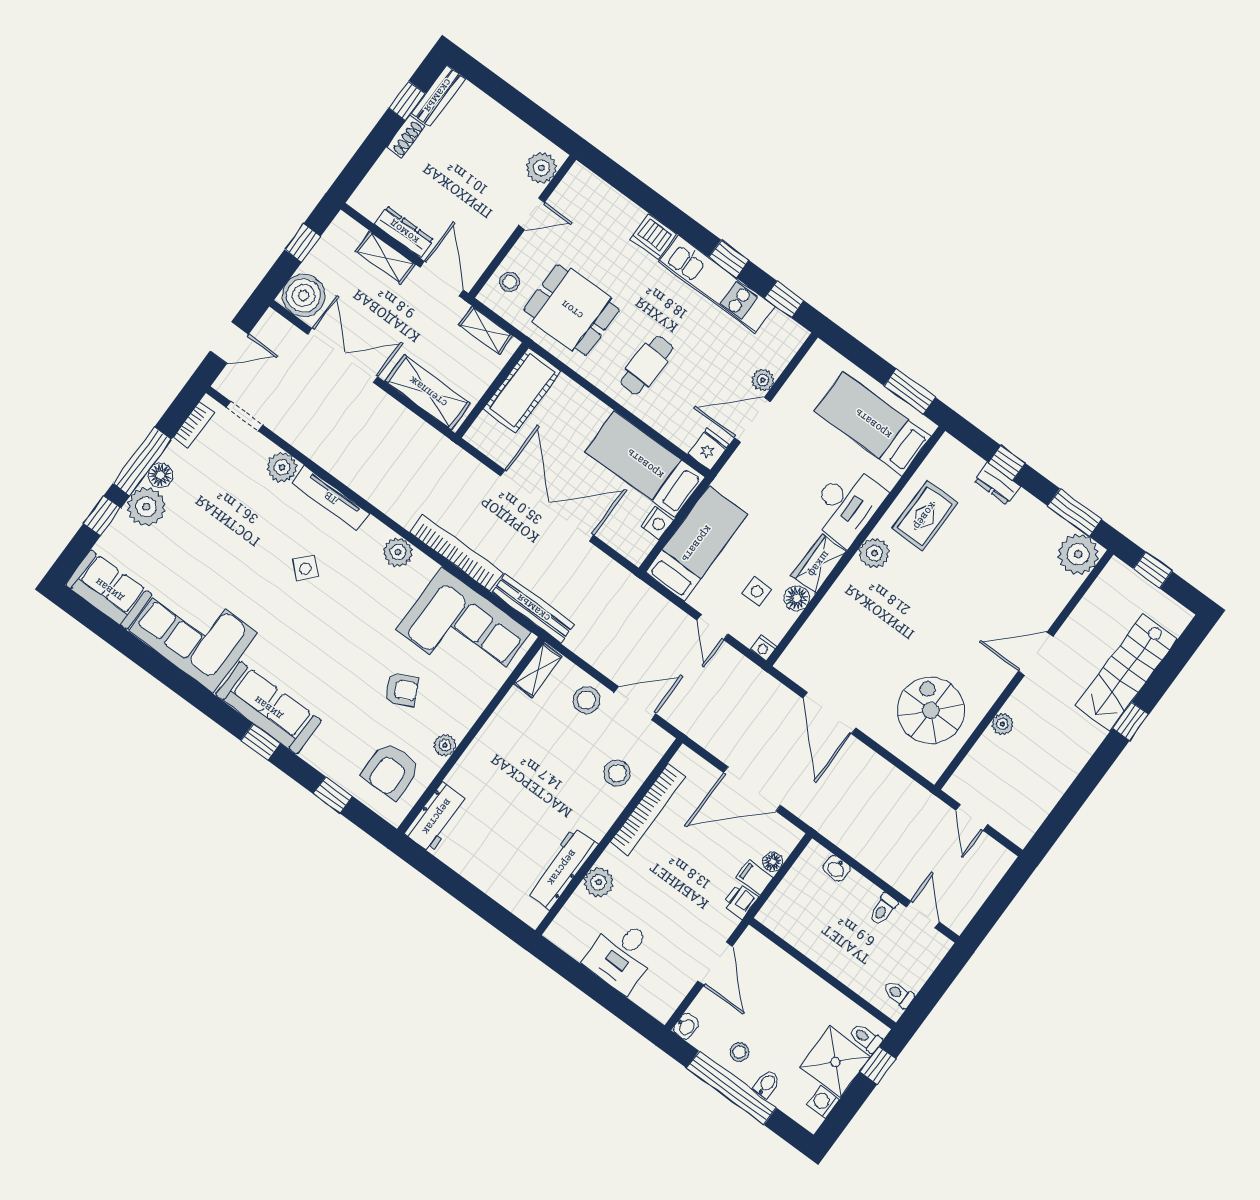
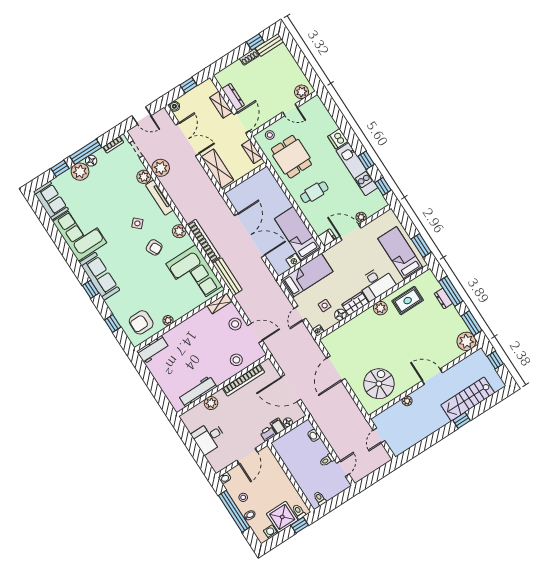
boiler: (304, 295) -> (174, 106), width x0.54, depth x0.54
cot: (522, 390) -> (258, 183), removed
plant: (310, 436) -> (161, 168), added
window: (1007, 463) -> (451, 291), width x2.17
armchair: (402, 690) -> (154, 247), moved

